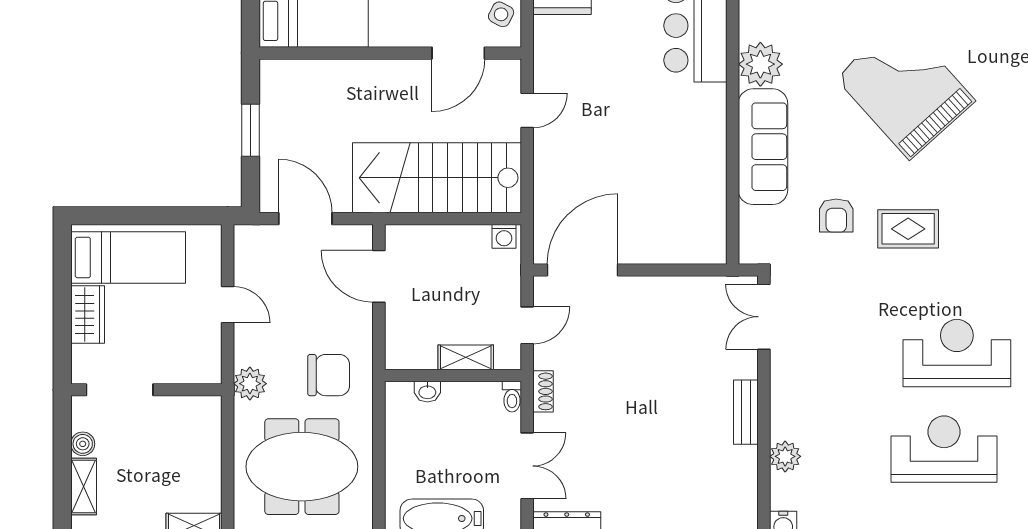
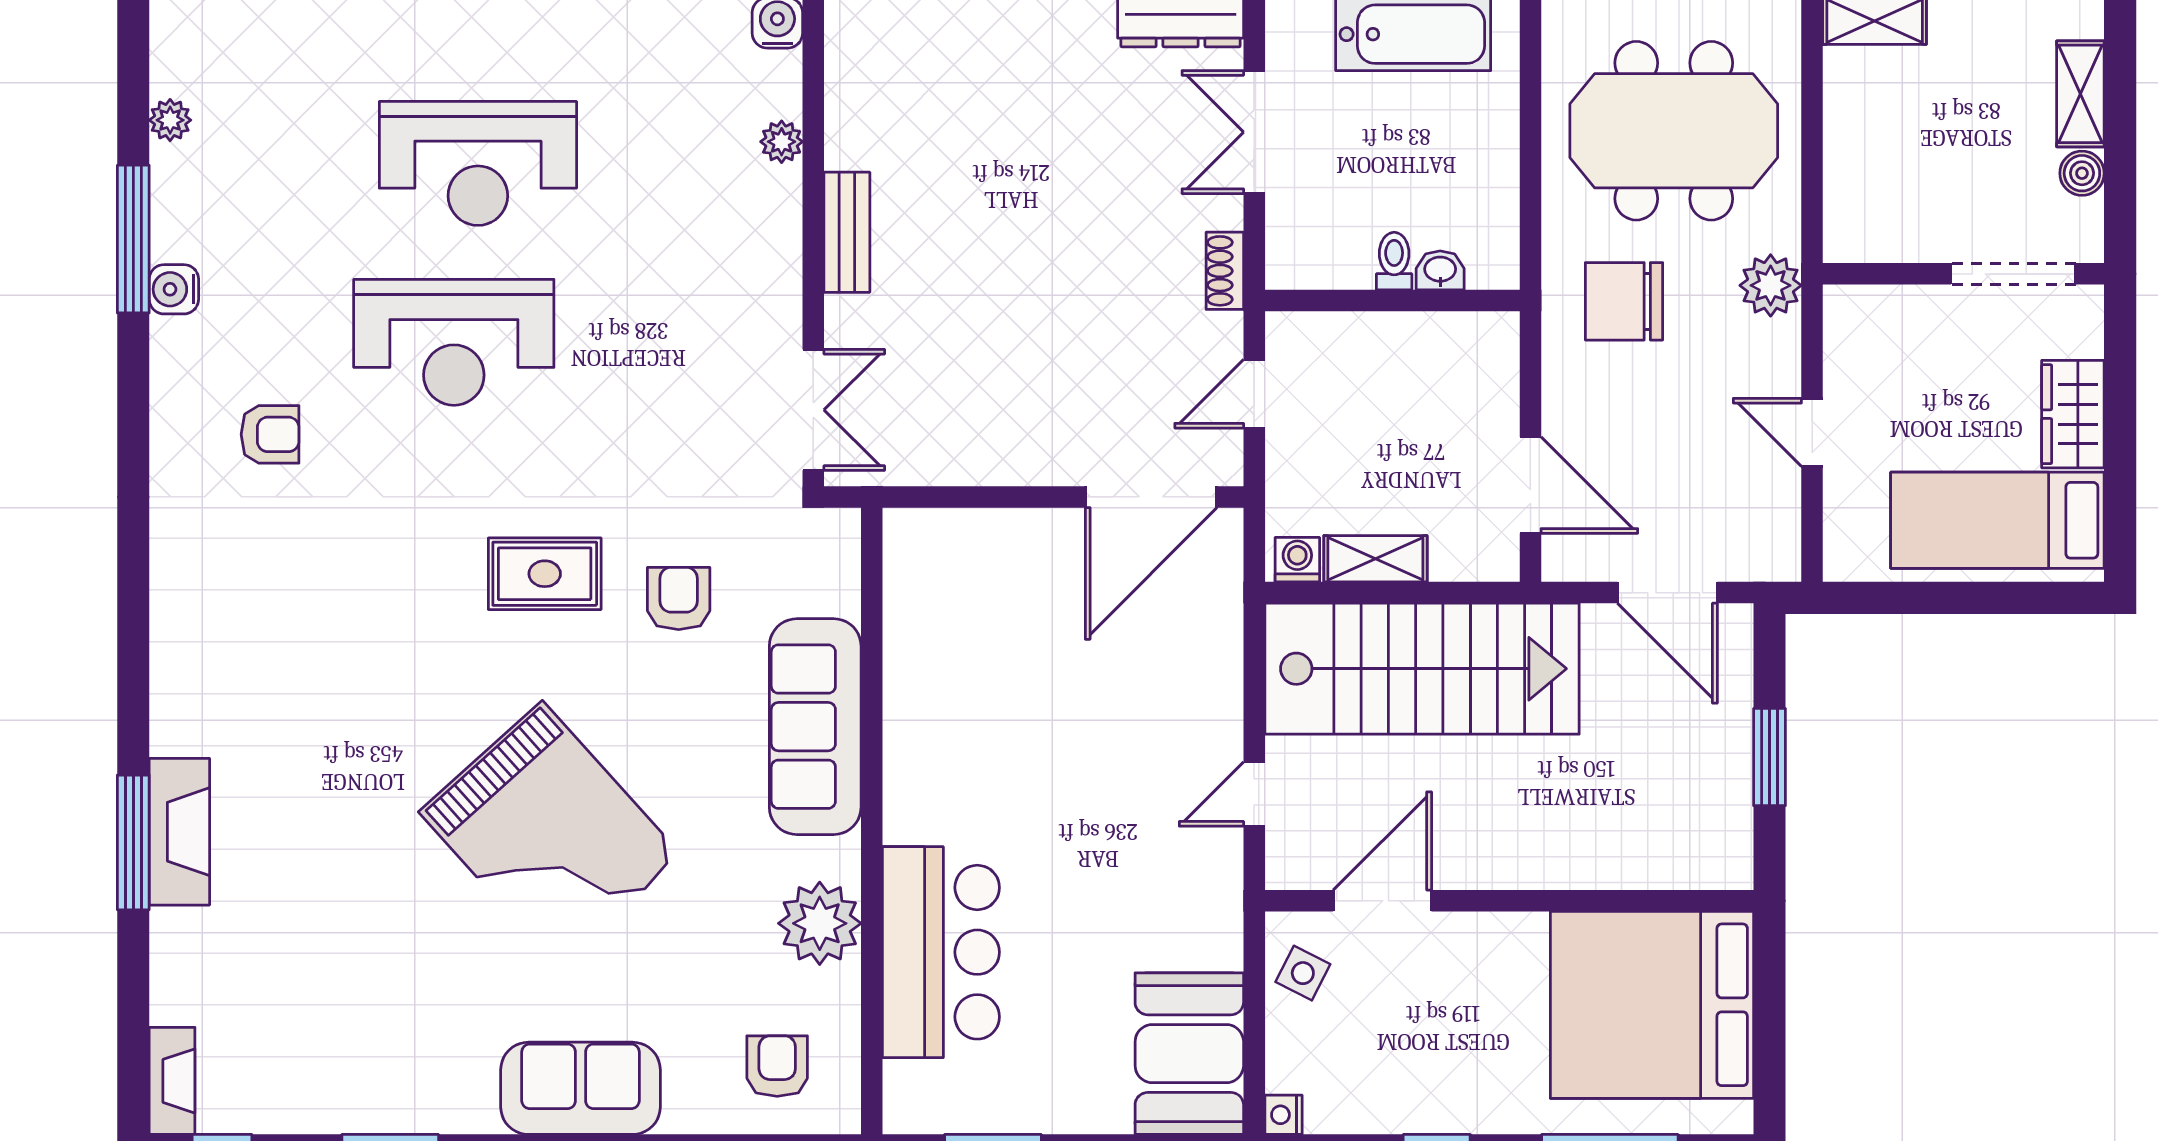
plant: (760, 64) -> (820, 923), moved
shelving: (466, 357) -> (1375, 559), moved
toilet: (512, 397) -> (1394, 261), moved
plant: (785, 456) -> (782, 142), width x0.73, depth x0.73

